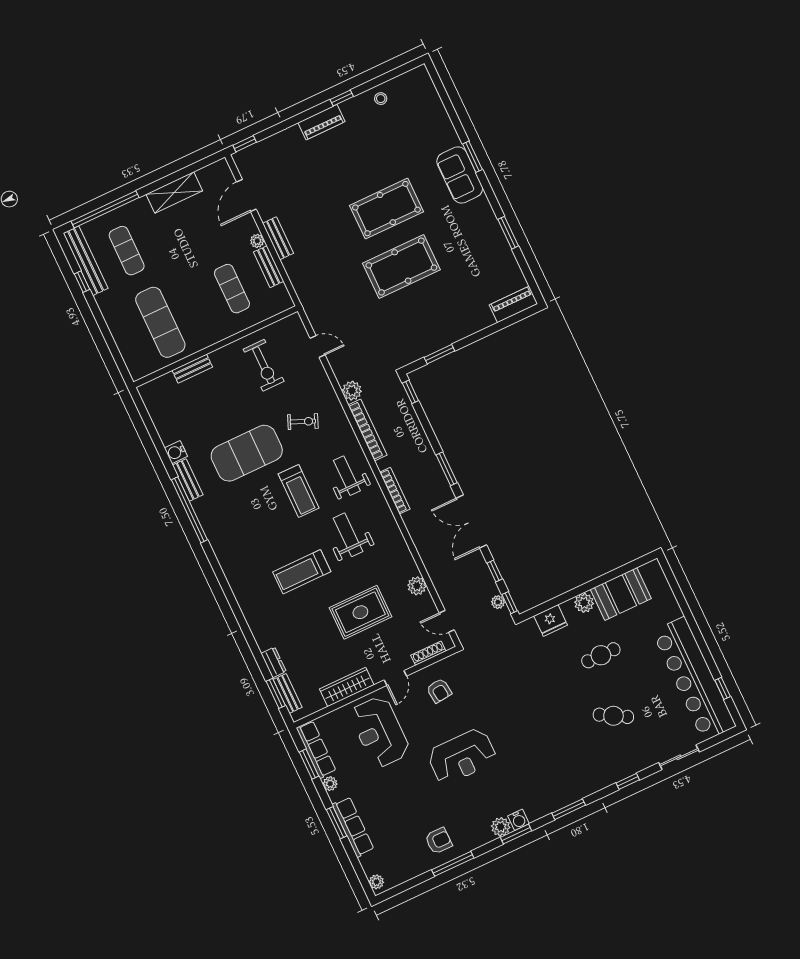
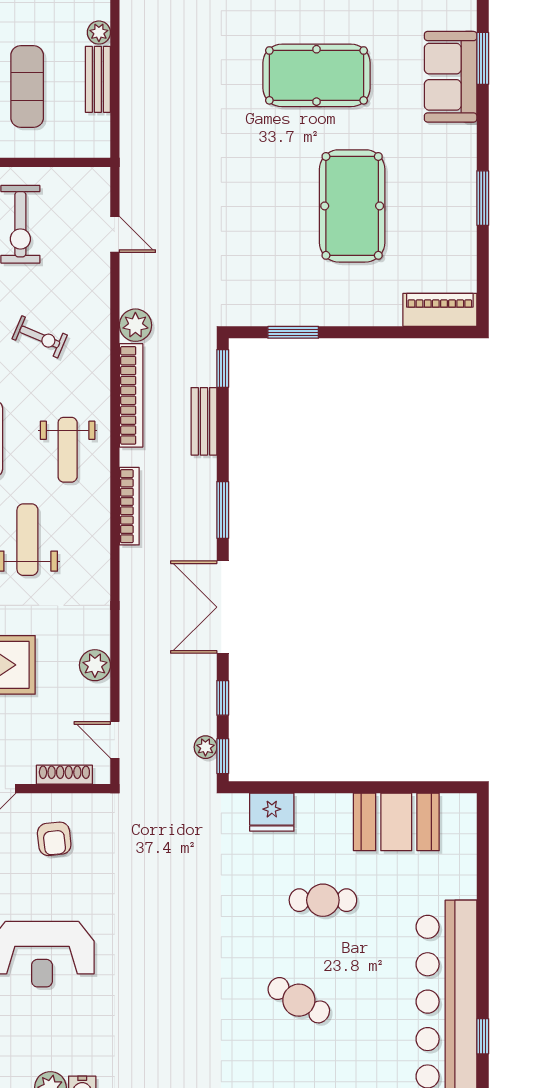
bench: (278, 238) -> (204, 421), moved
pool table: (401, 266) -> (352, 206), moved, turned 90
weight bench: (347, 476) -> (68, 450), turned 180
plant: (584, 603) -> (335, 809), removed

